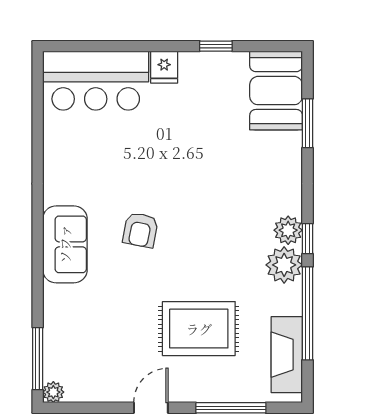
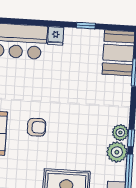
armchair: (140, 230) -> (37, 127), turned -101

